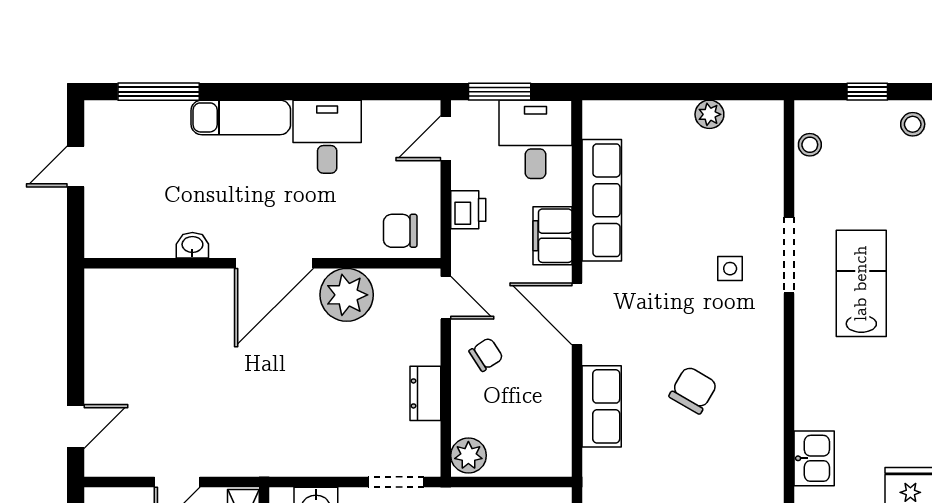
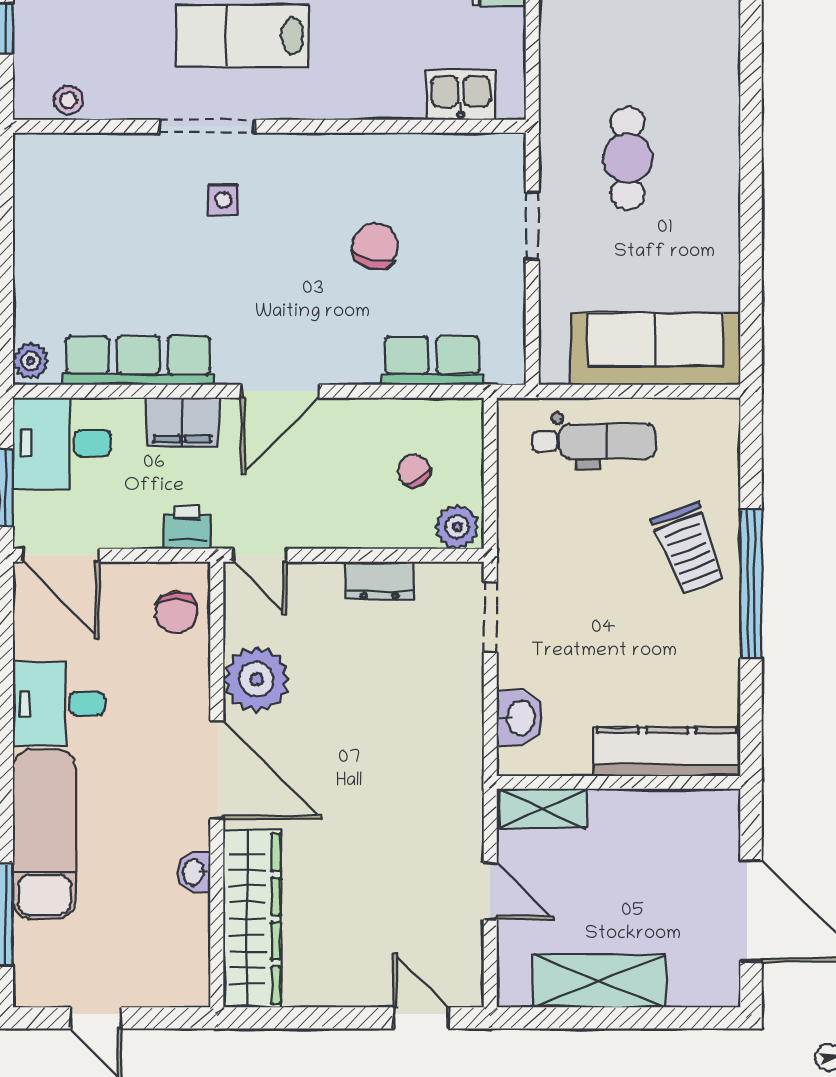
plant: (709, 114) -> (31, 361), moved
exam couch: (241, 117) -> (44, 834), width x1.36, depth x1.45
door: (446, 138) -> (61, 555), width x1.38
printer: (468, 210) -> (187, 527), moved
wardrobe: (155, 291) -> (252, 919), added
door: (446, 298) -> (260, 555), swing flipped
chair: (486, 354) -> (414, 471), moved
chair: (693, 390) -> (375, 246), turned 74
row of seats: (602, 406) -> (432, 361), moved

